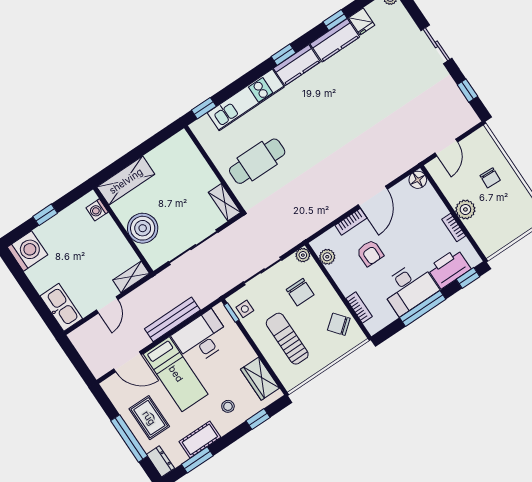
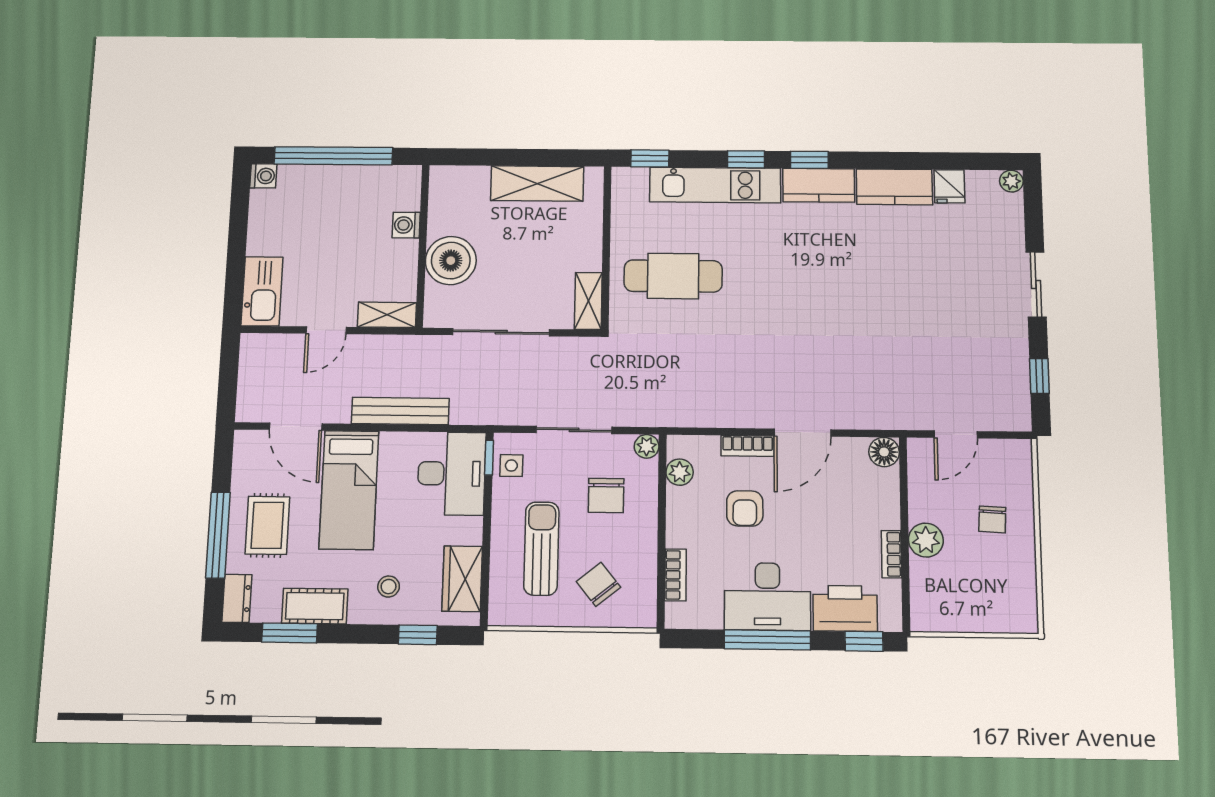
window: (335, 20) -> (746, 159), moved
shelving: (126, 181) -> (537, 184), moved
washing machine: (97, 210) -> (406, 225), moved
window: (45, 215) -> (333, 156), width x3.17
washing machine: (27, 251) -> (263, 176), width x0.53, depth x0.53
chair: (339, 324) -> (598, 584), moved
desk: (202, 338) -> (452, 473), moved, turned 90

